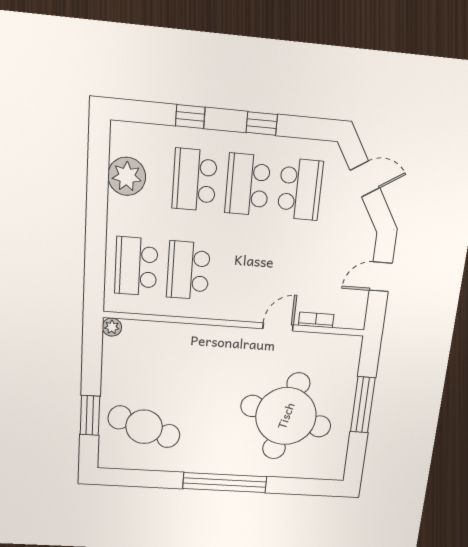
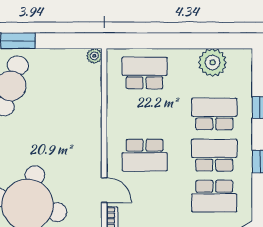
school desk: (188, 270) -> (145, 155), moved, turned 180

